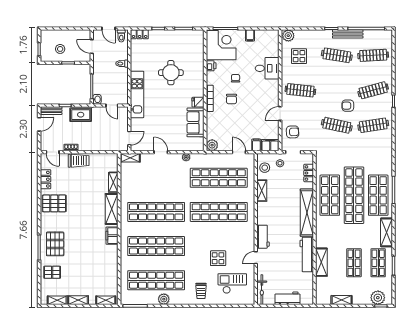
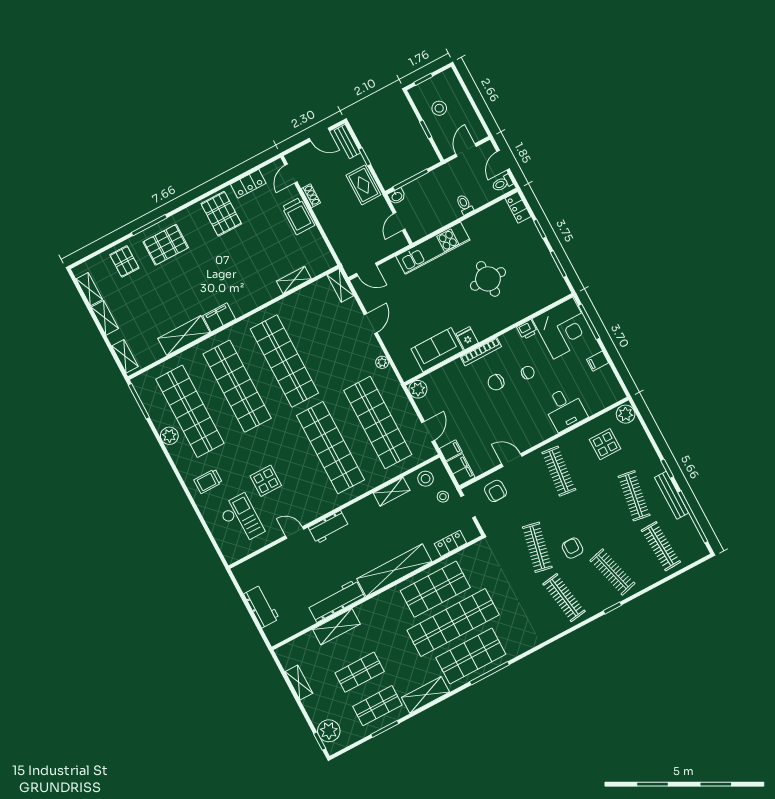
shelving: (112, 209) -> (184, 335), moved
bicycle: (262, 290) -> (255, 564), removed

